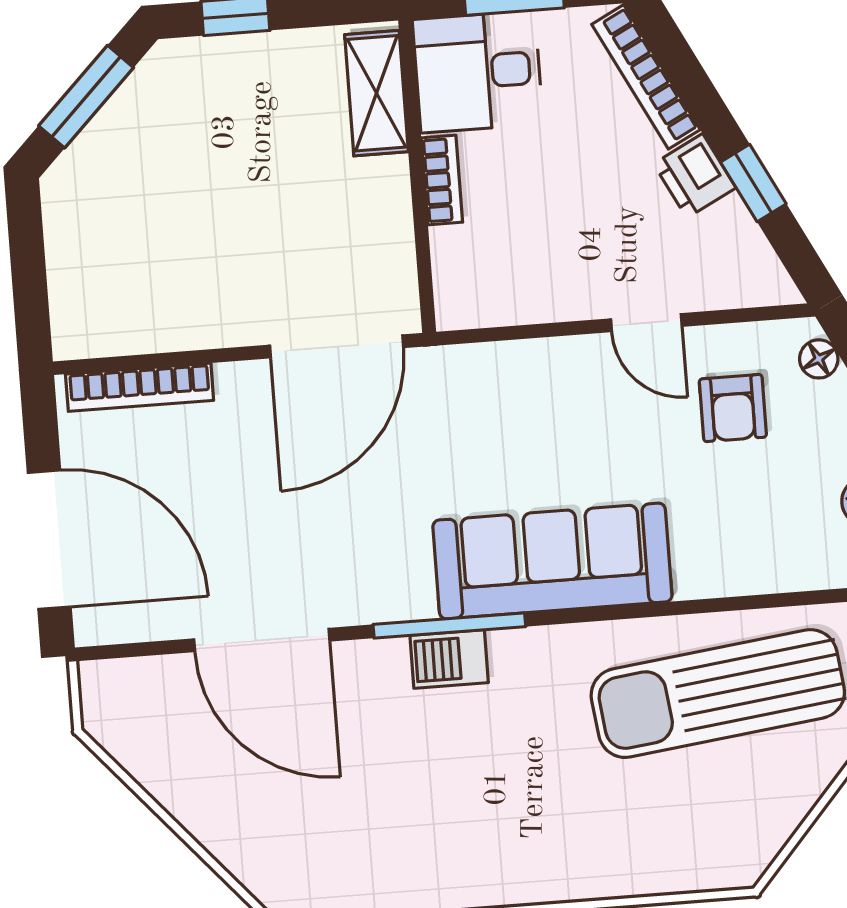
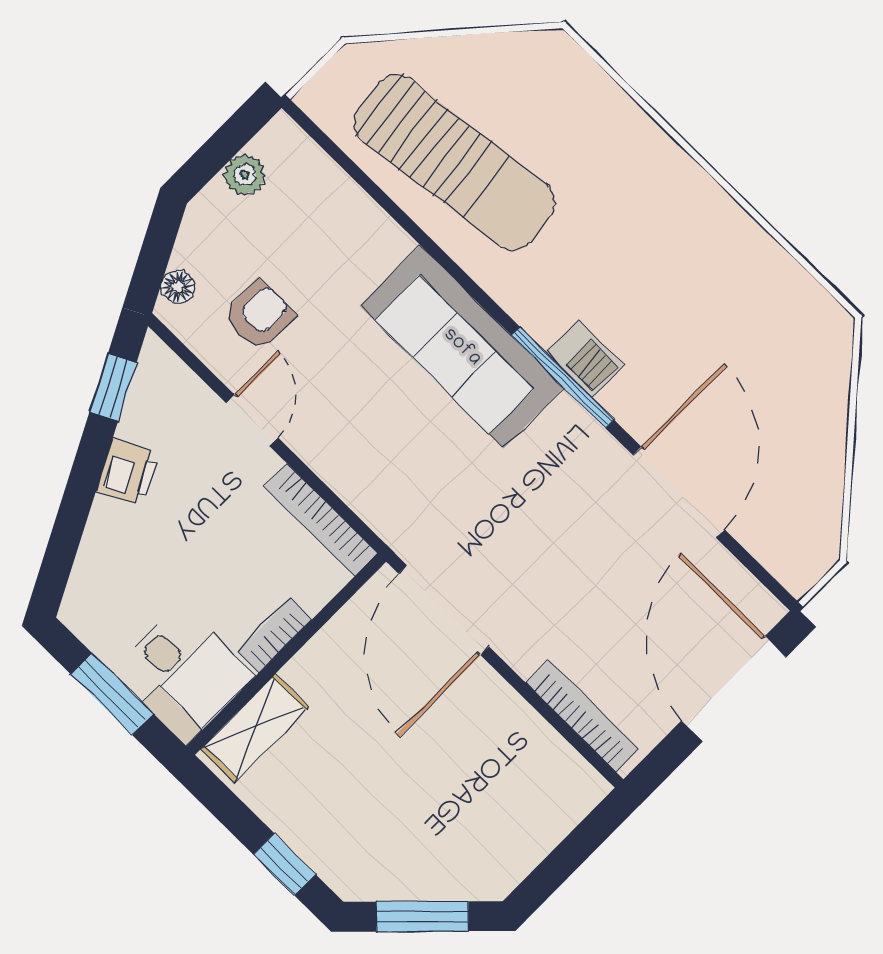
bookcase: (646, 77) -> (321, 520), moved, turned 117
window: (753, 183) -> (113, 387), moved
door: (337, 346) -> (444, 610), swing flipped

